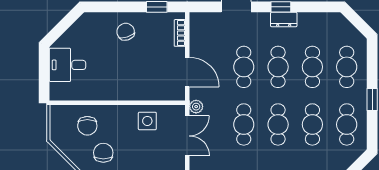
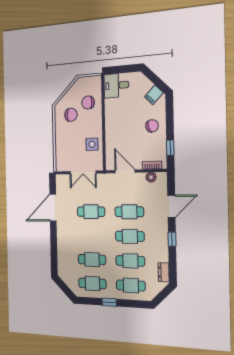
dresser: (284, 20) -> (164, 272), moved
filing cabinet: (83, 29) -> (154, 95), added
desk: (68, 65) -> (116, 85), moved, turned -90
door: (187, 72) -> (125, 171), swing flipped
plant: (196, 107) -> (151, 177), moved
cafe table: (278, 124) -> (91, 236), removed

